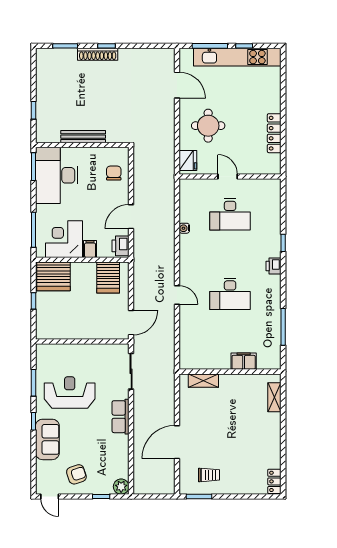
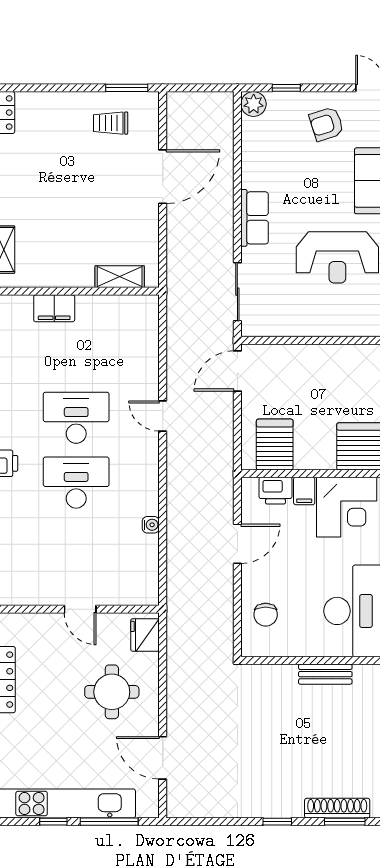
shoe rack: (98, 54) -> (337, 808), moved
bench: (83, 137) -> (325, 674), width x0.73
desk: (230, 214) -> (76, 483), moved
printer: (121, 246) -> (275, 491), moved, turned 90

